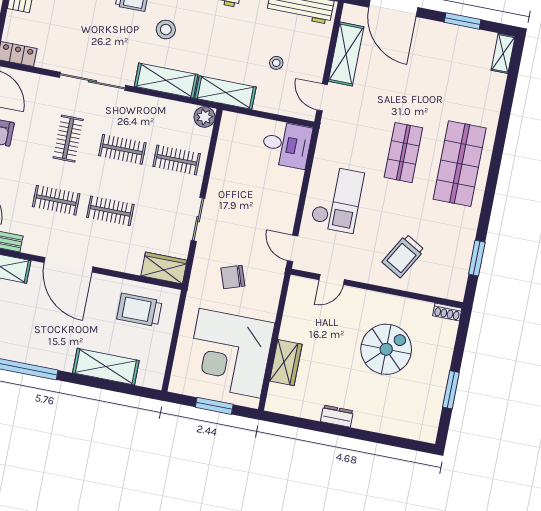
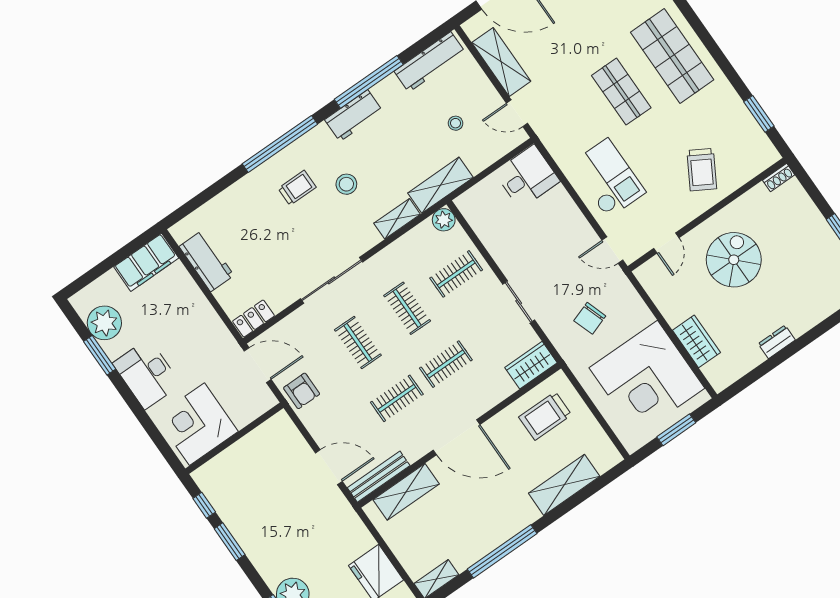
shelving: (166, 80) -> (397, 219), width x0.67, depth x0.75
clothes rail: (122, 149) -> (407, 308), turned 90
spiral stairs: (386, 349) -> (734, 260), moved

